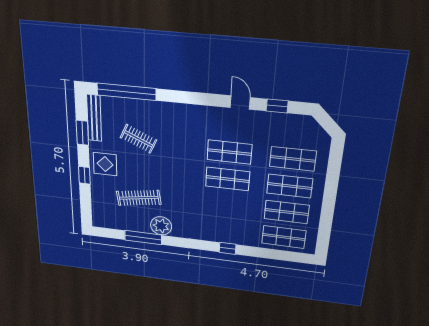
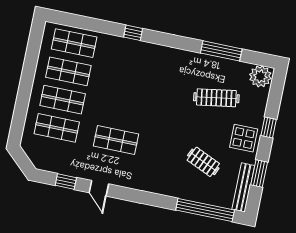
shop shelf: (228, 179) -> (122, 112), removed
plant: (161, 226) -> (260, 76), moved

